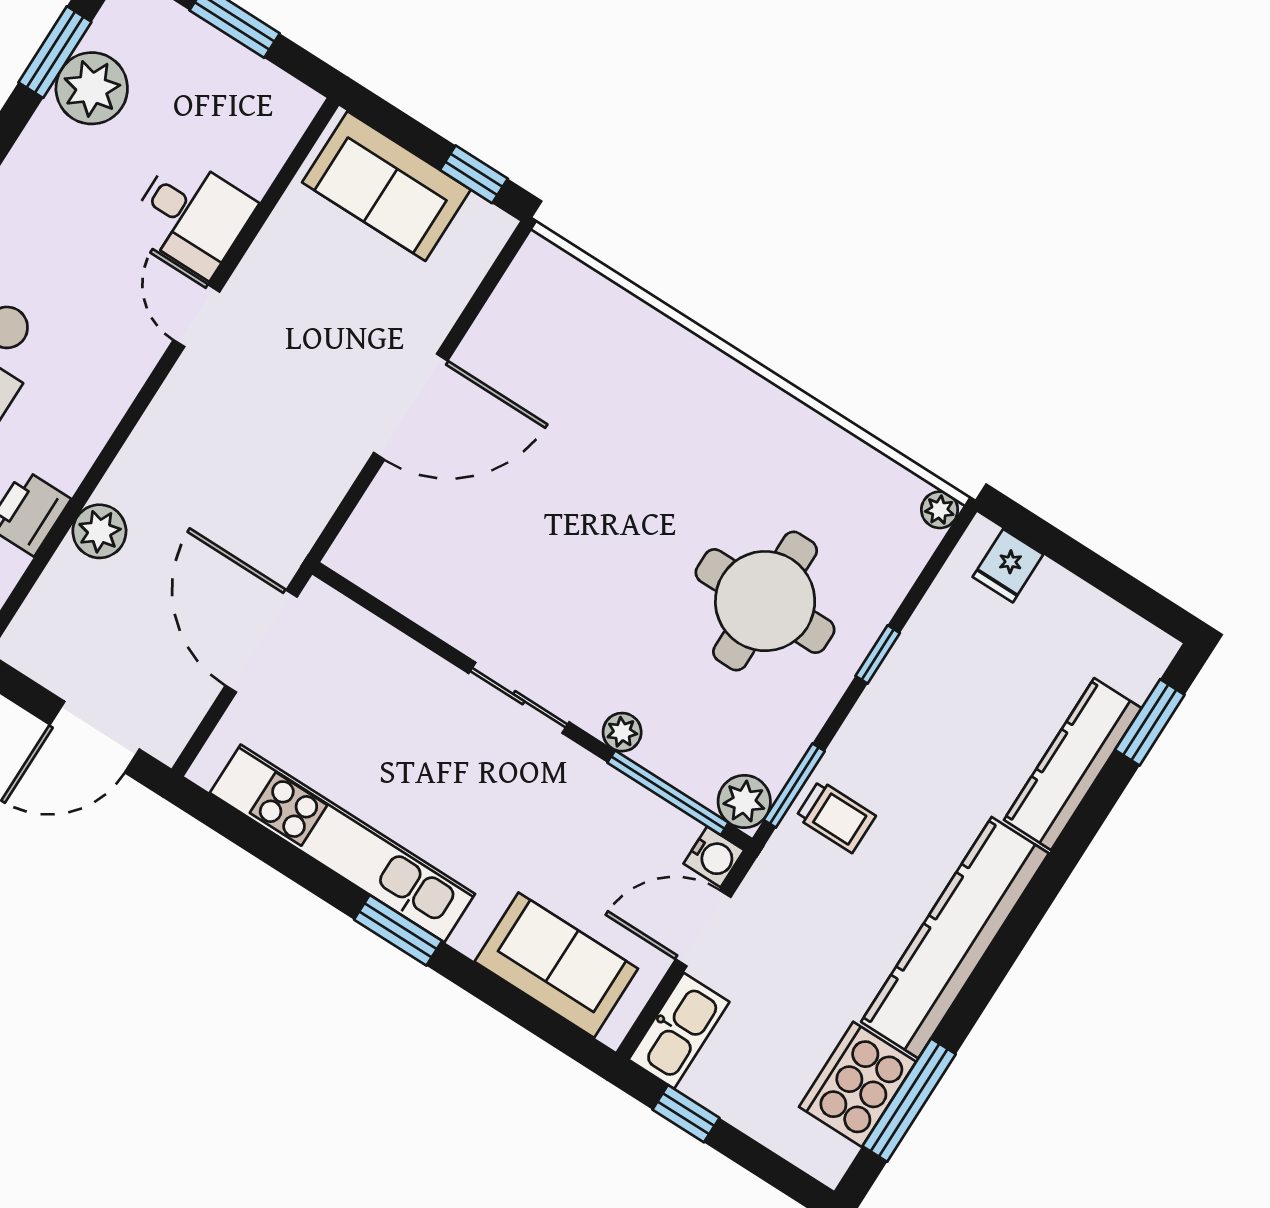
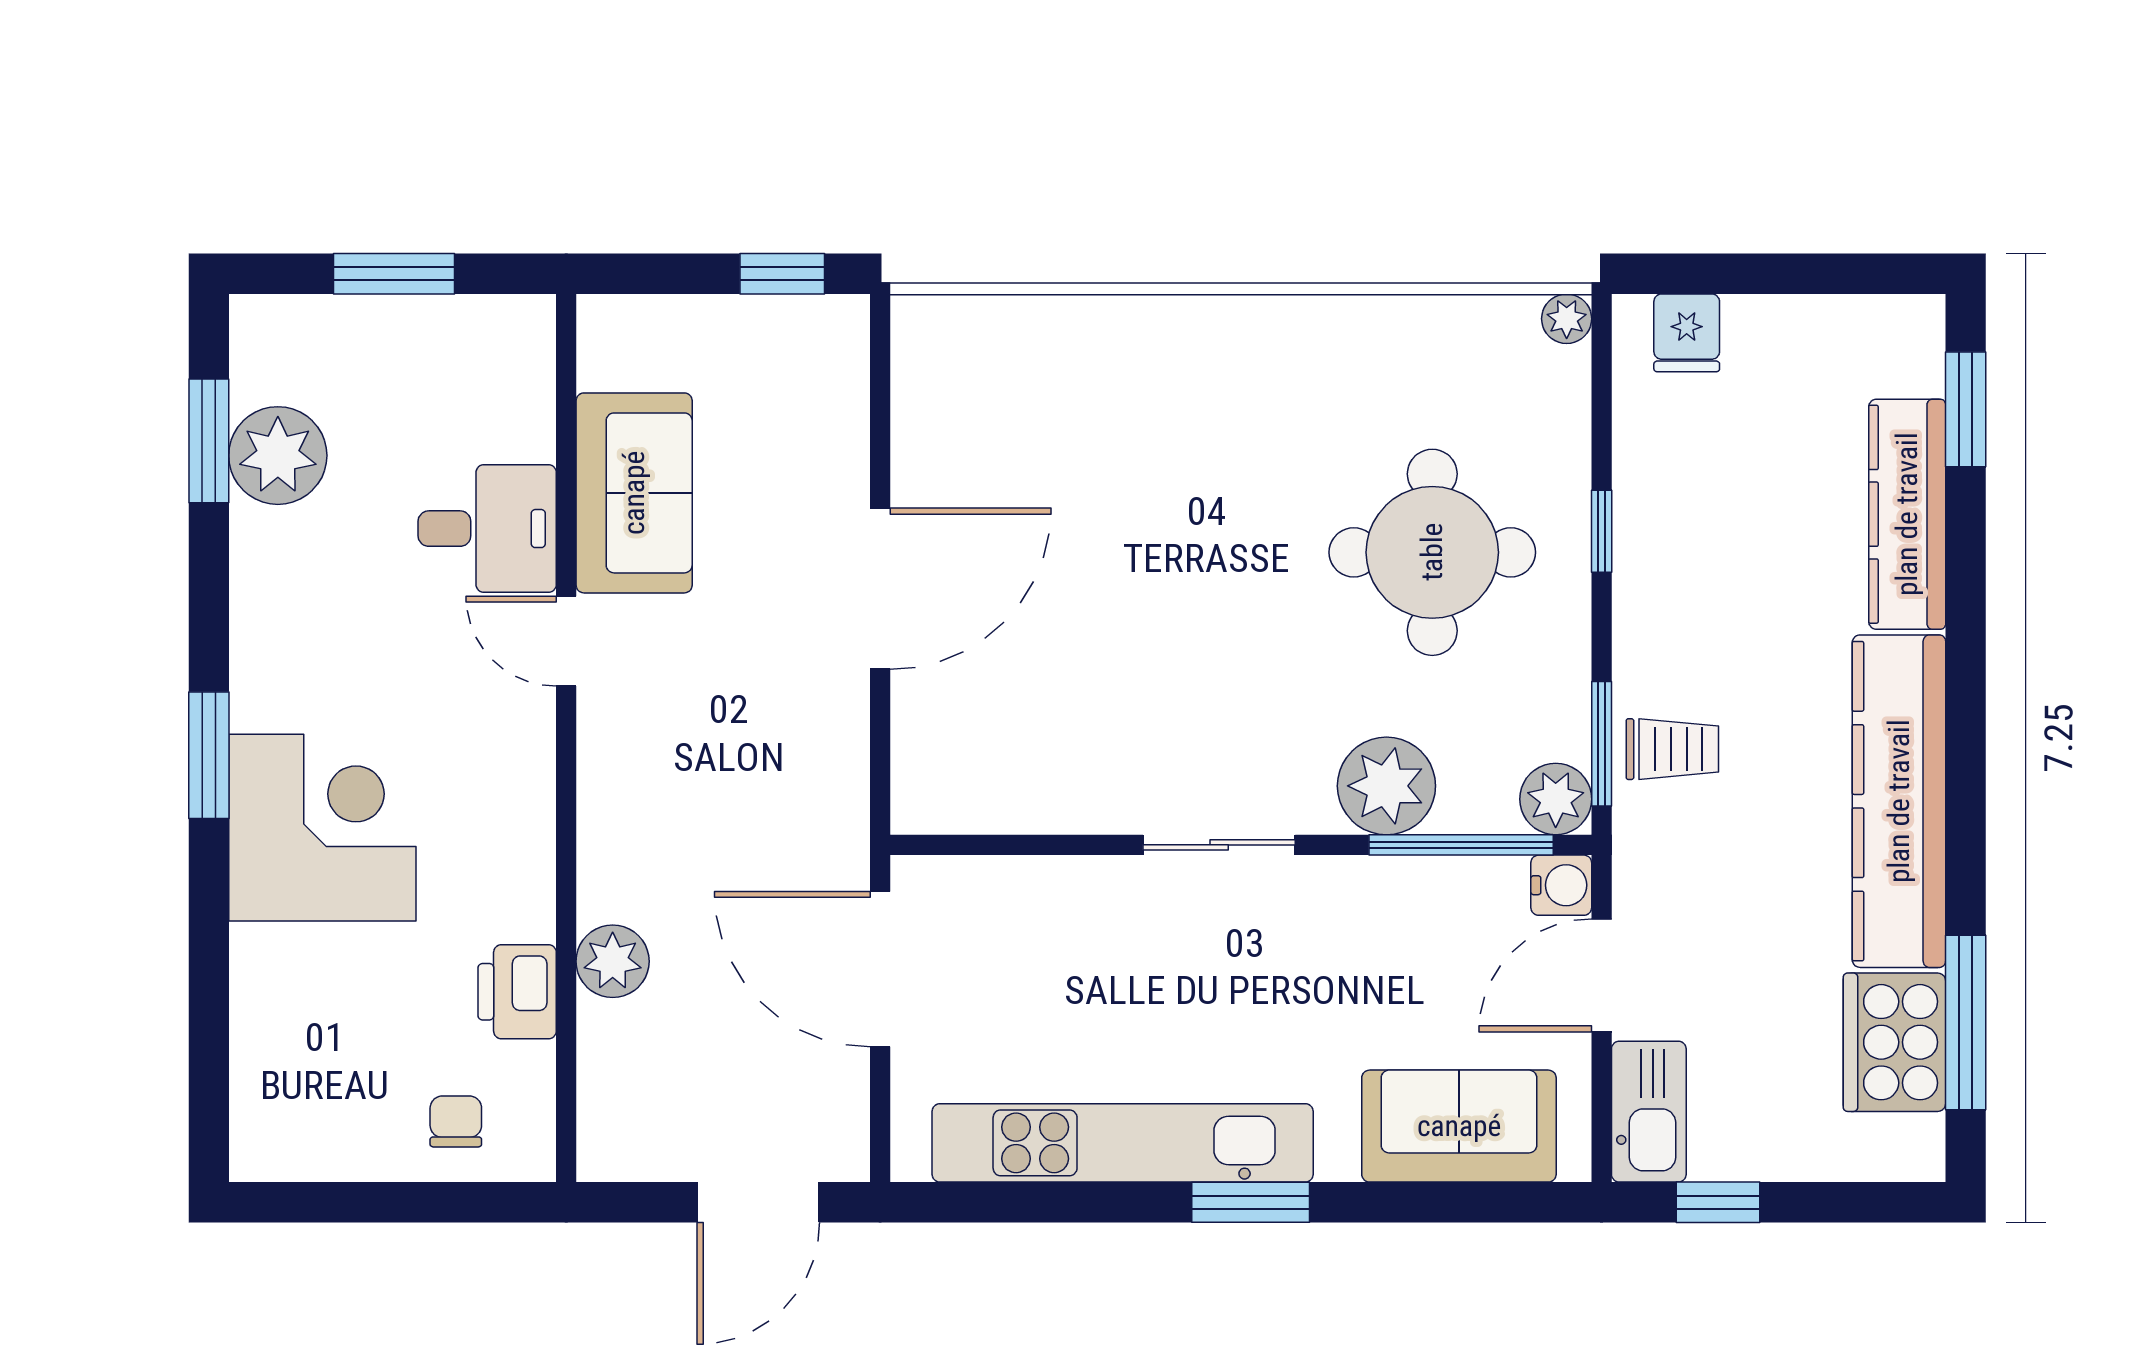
sofa: (386, 186) -> (634, 493), moved, turned -90
plant: (622, 732) -> (1386, 786), width x1.87, depth x1.87

